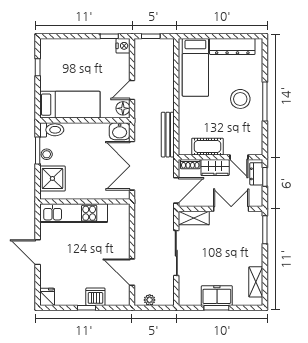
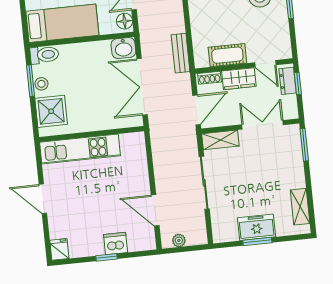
bench: (168, 135) -> (181, 53), width x0.73

